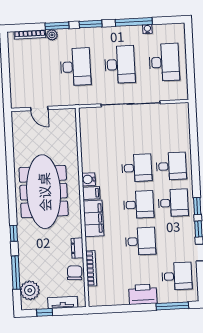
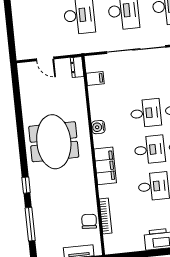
meeting table: (44, 192) -> (54, 142), width x0.73
filing cabinet: (91, 193) -> (95, 78), moved
dresser: (77, 248) -> (77, 67), moved
plant: (30, 290) -> (45, 241), removed

